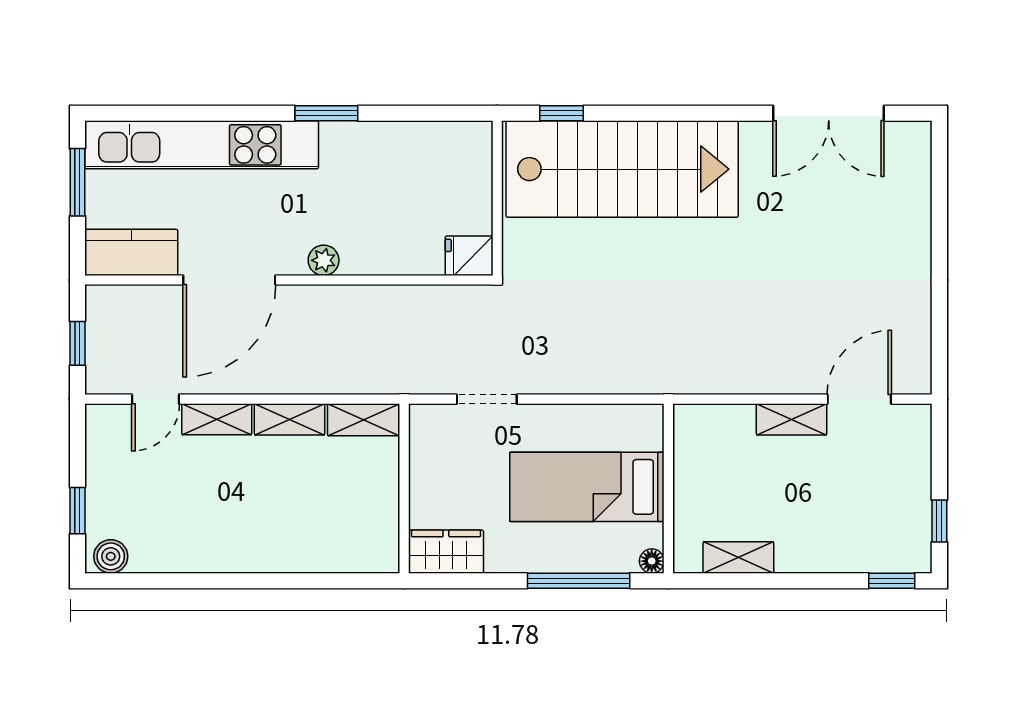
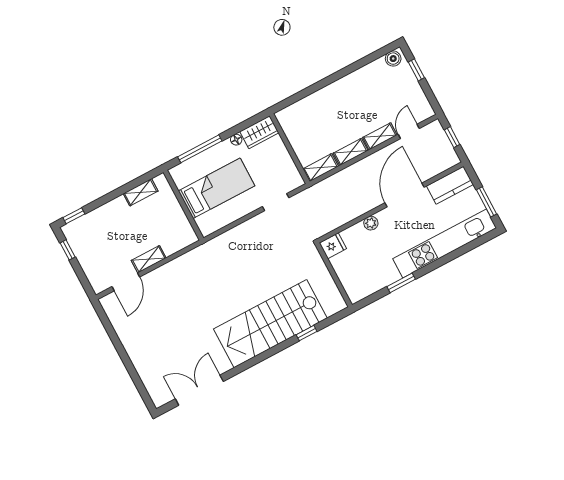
wall: (497, 198) -> (334, 275), moved
fridge: (469, 256) -> (333, 246), moved
floor lamp: (652, 561) -> (236, 140), moved

